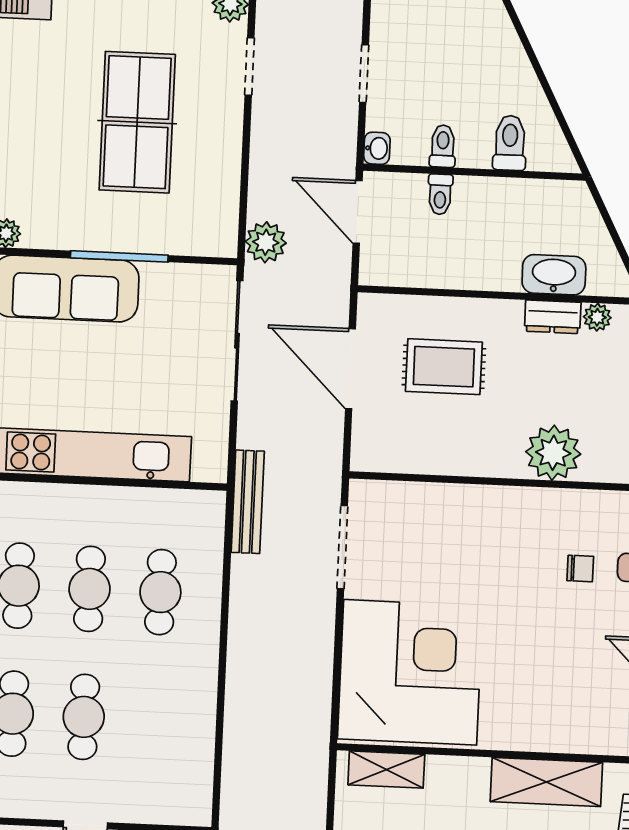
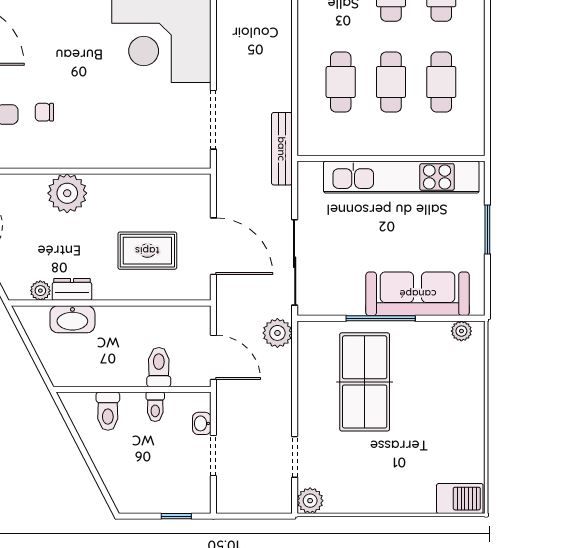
table tennis table: (137, 122) -> (365, 382), moved
washbasin: (377, 148) -> (202, 423), moved
toilet: (440, 194) -> (159, 367), width x1.37, depth x1.39

